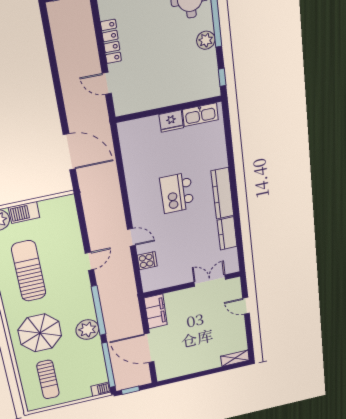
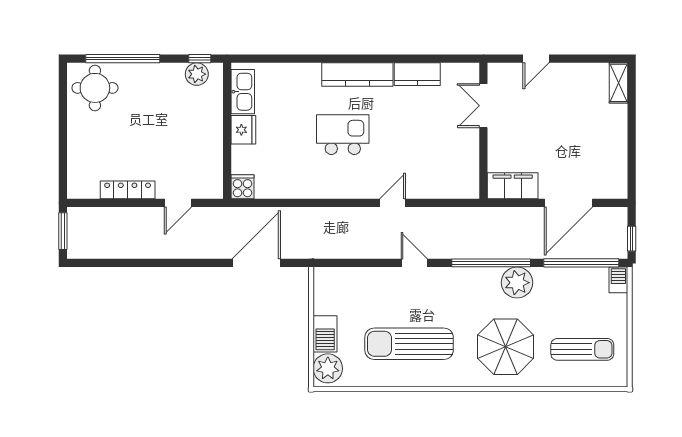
plant: (206, 40) -> (197, 74), moved
kitchen island: (177, 193) -> (343, 135), turned 180
cooker: (147, 261) -> (243, 187), moved

